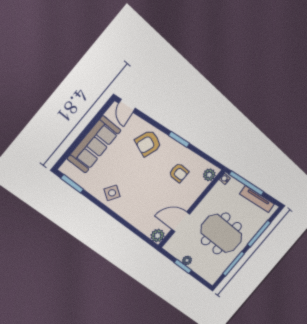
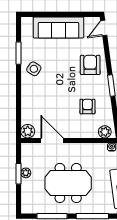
armchair: (148, 143) -> (90, 65), turned 70
armchair: (179, 173) -> (87, 106), turned 180
window: (72, 184) -> (18, 53), moved
meeting table: (221, 234) -> (68, 183), turned 90

